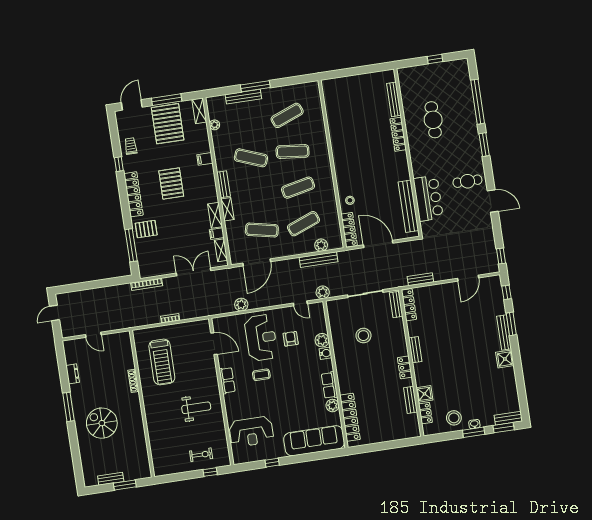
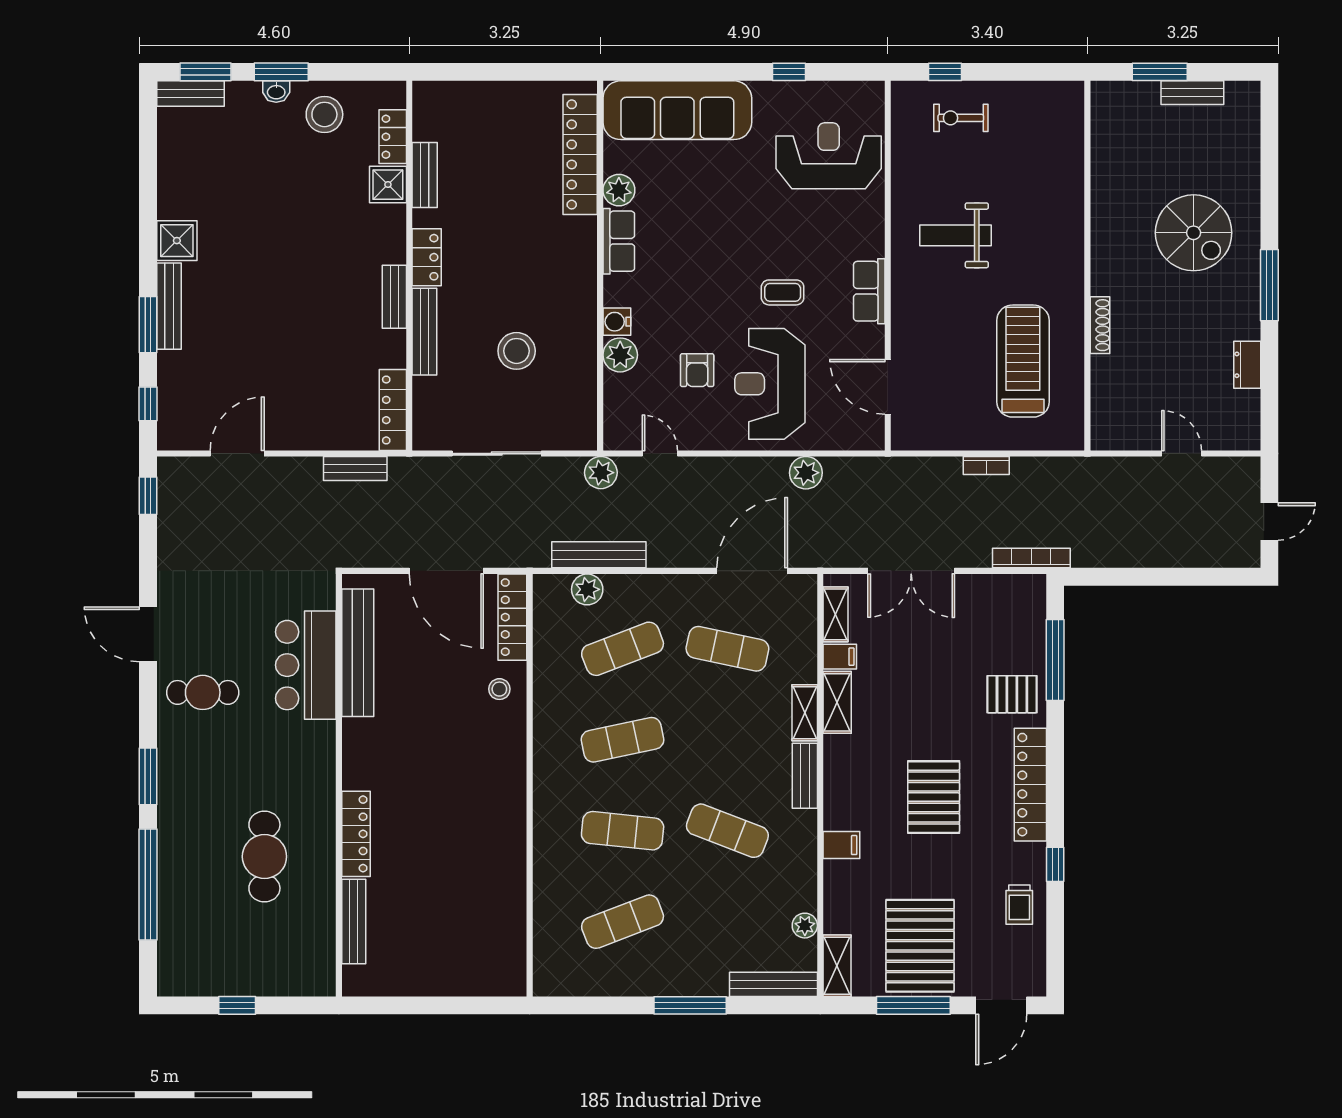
bench: (243, 97) -> (773, 984), moved
bench: (396, 305) -> (424, 332), moved, width x1.36

